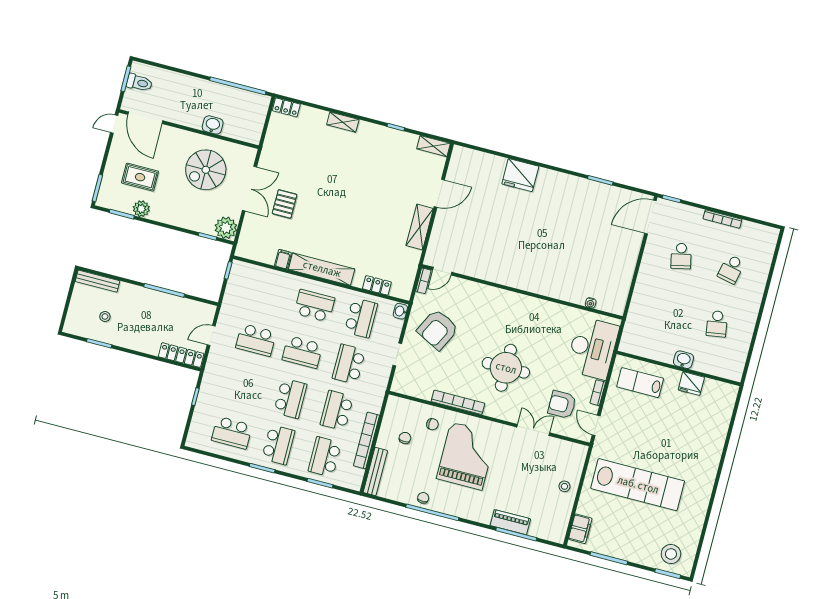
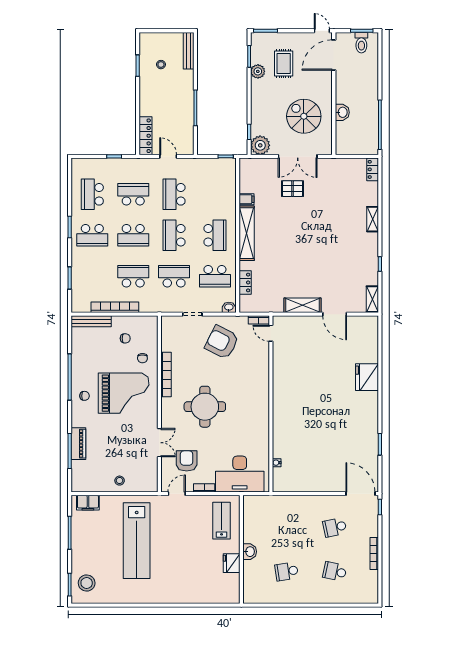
school desk: (325, 457) -> (133, 194), moved
chair: (423, 498) -> (85, 396), moved

